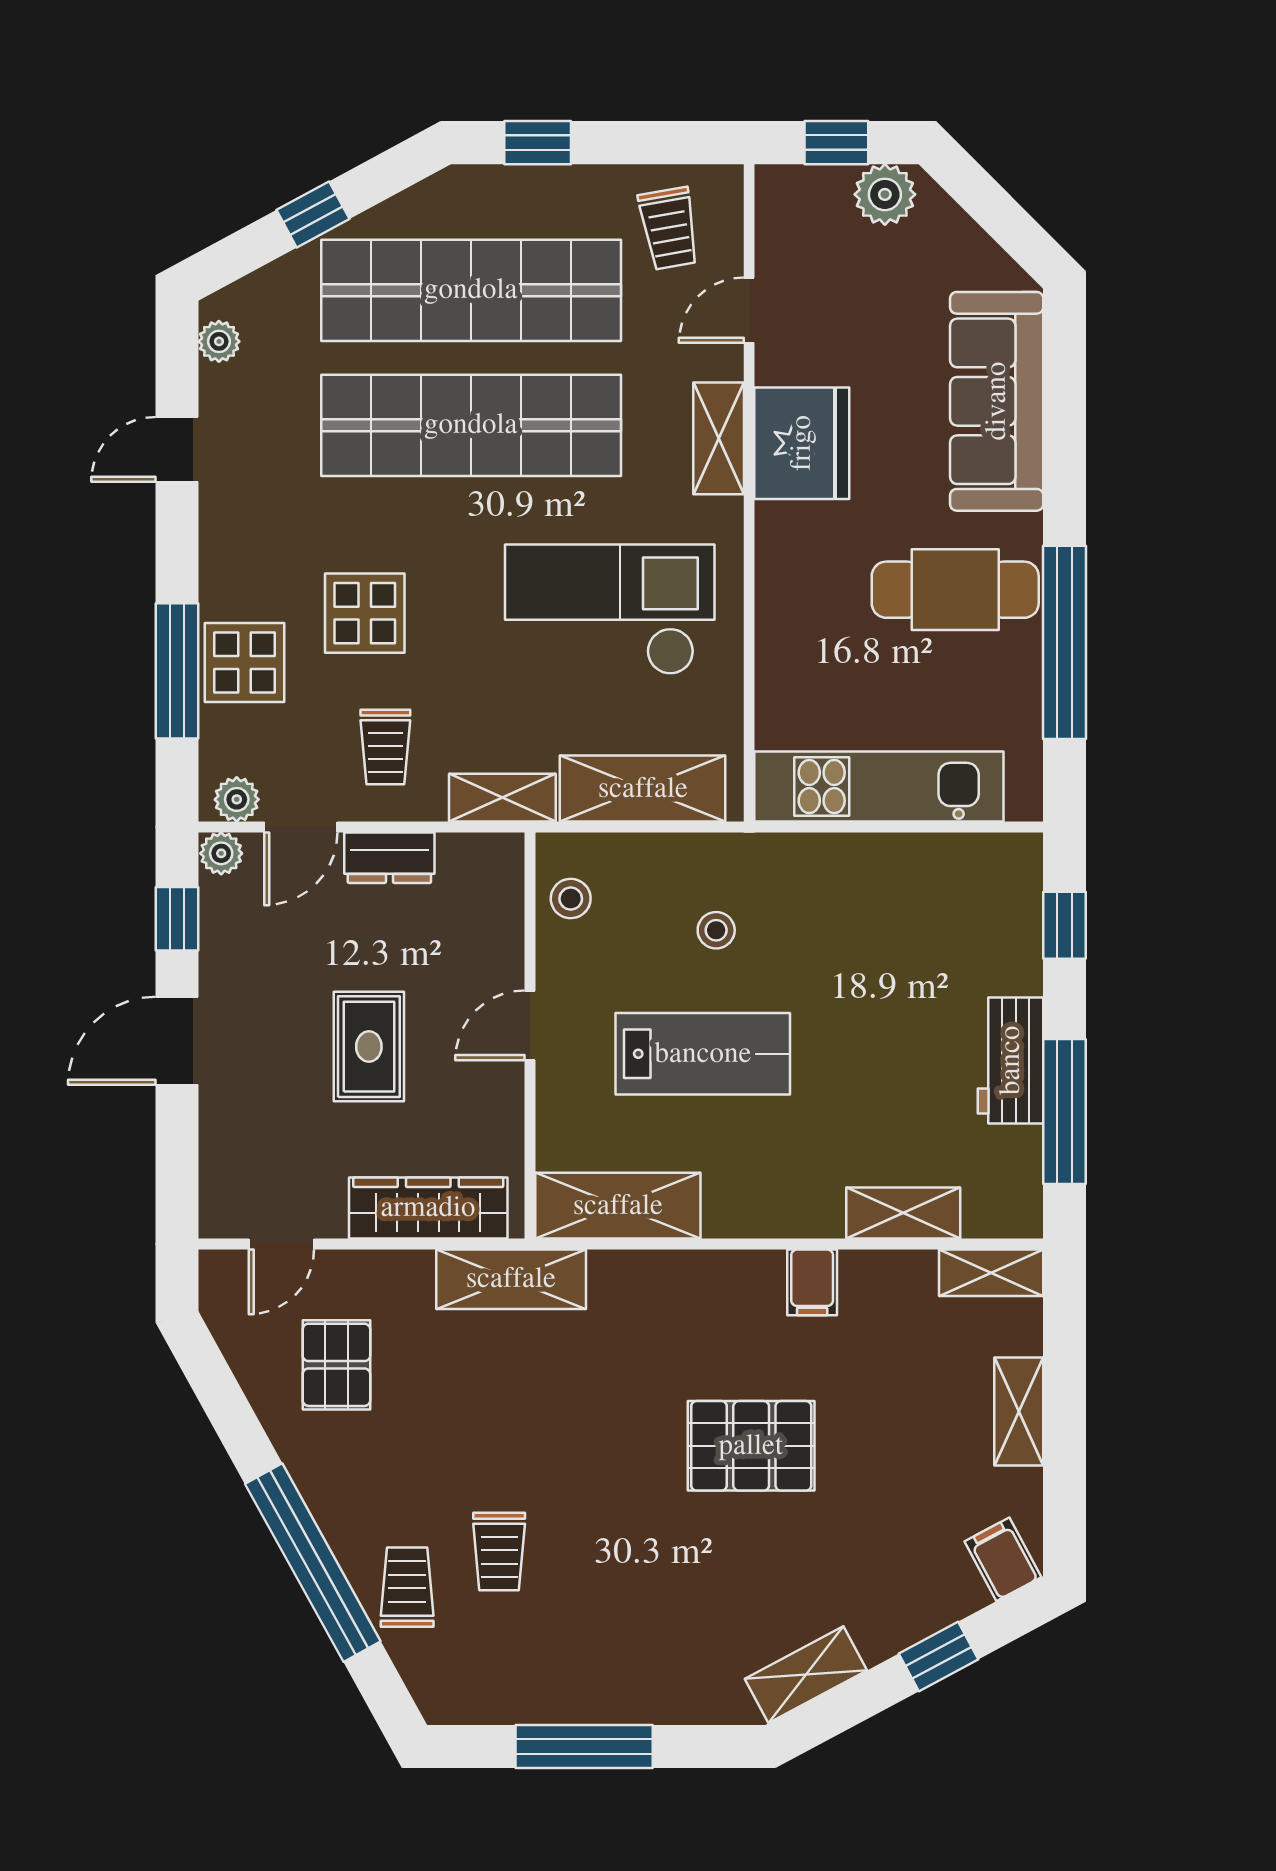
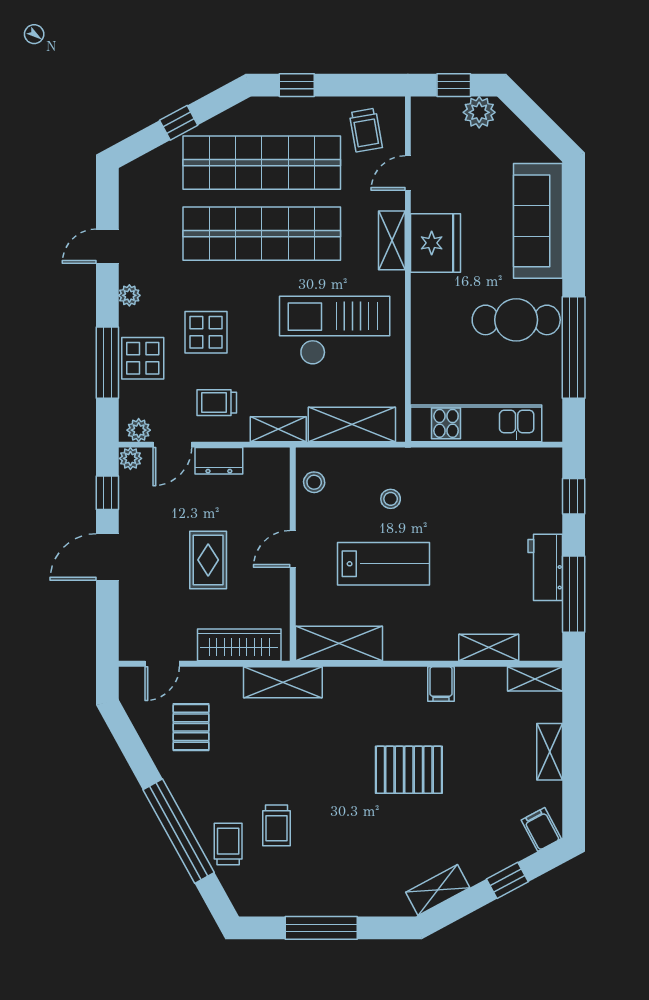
plant: (219, 341) -> (129, 295), moved
trolley: (385, 747) -> (217, 403), turned 90

